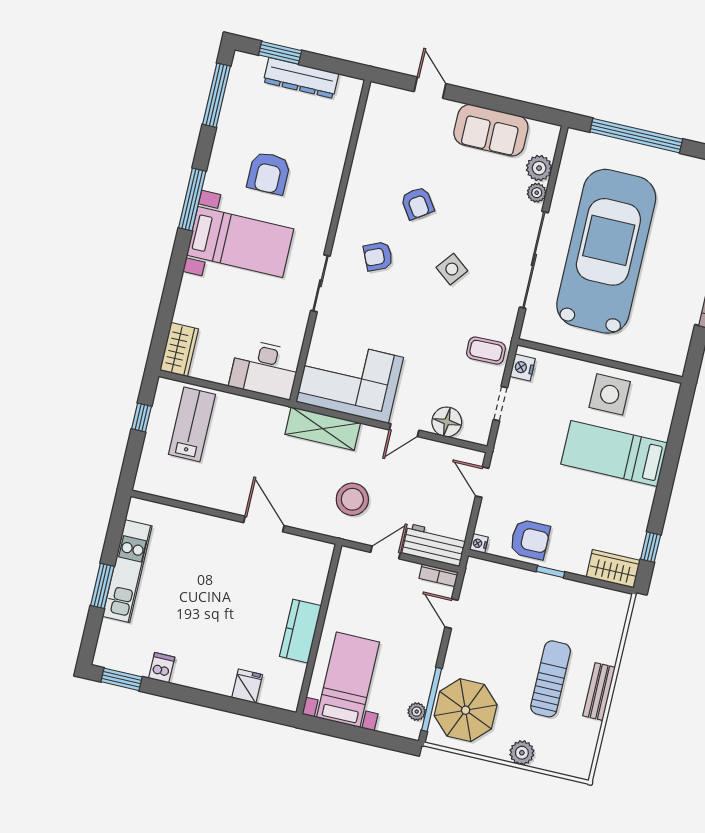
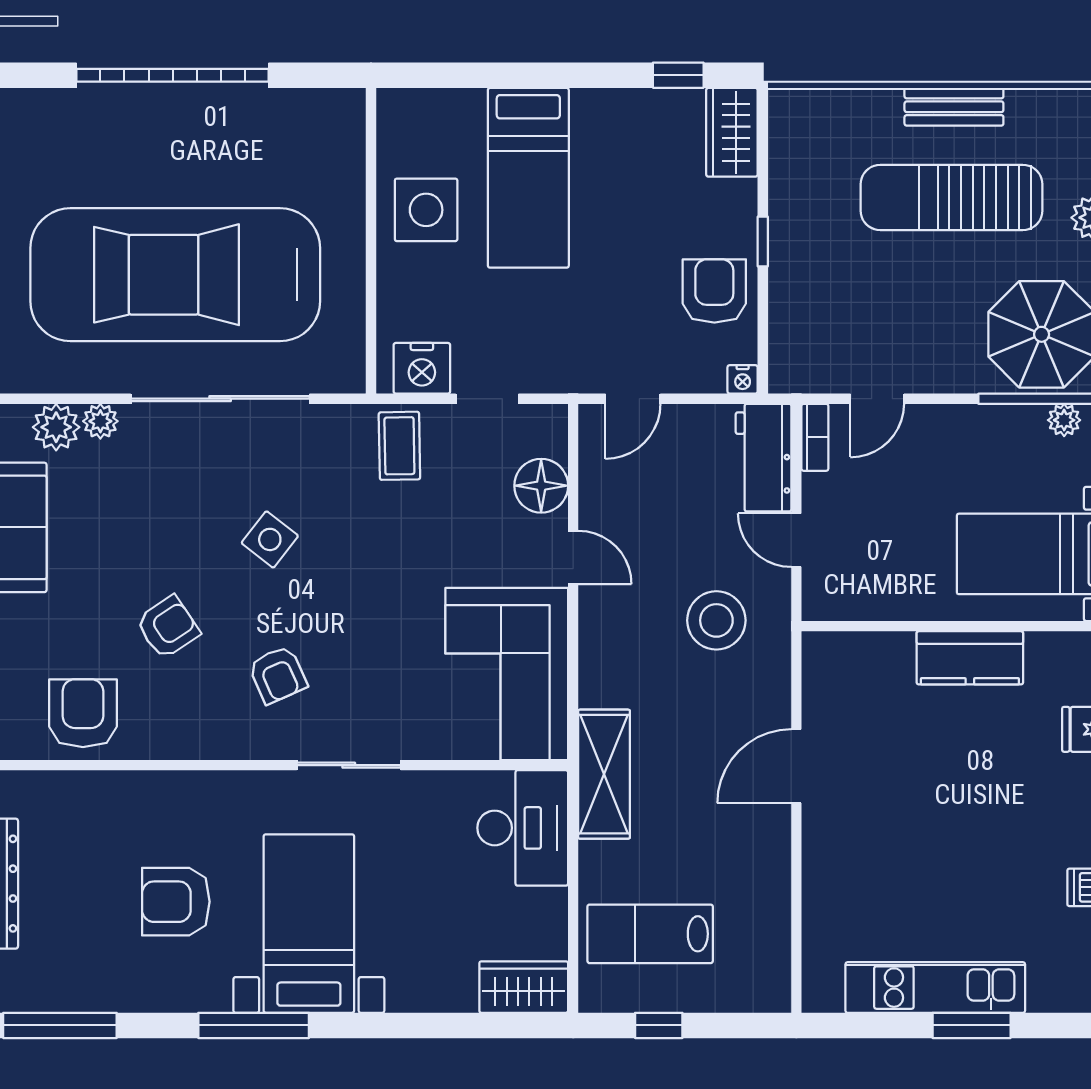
armchair: (382, 147) -> (83, 713), added
armchair: (269, 173) -> (176, 902), turned 180
nightstand: (523, 368) -> (422, 368), width x1.36, depth x1.33
shelving: (323, 429) -> (604, 774), moved
sun lounger: (551, 679) -> (952, 197), width x1.36, depth x1.34

